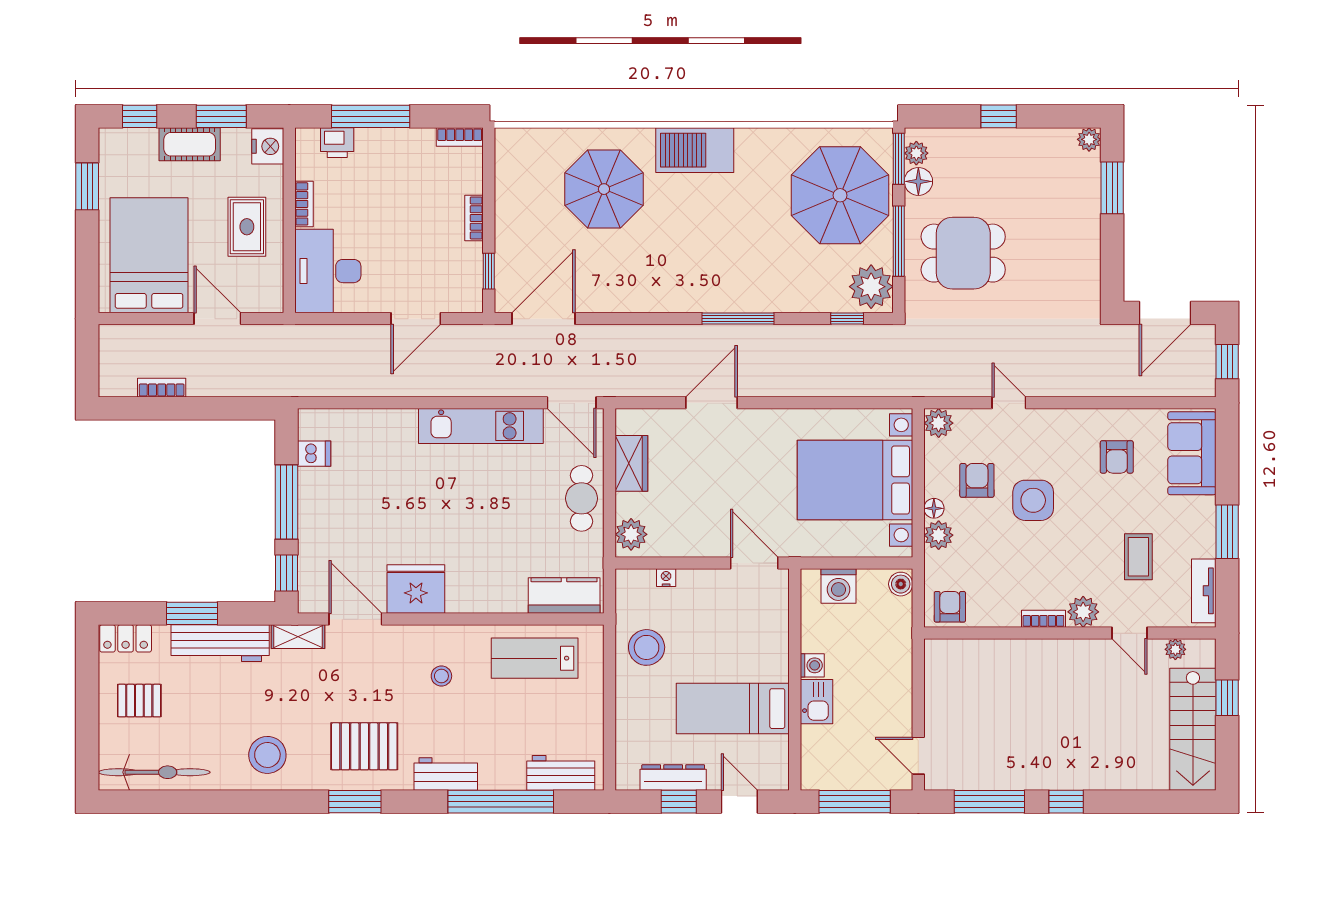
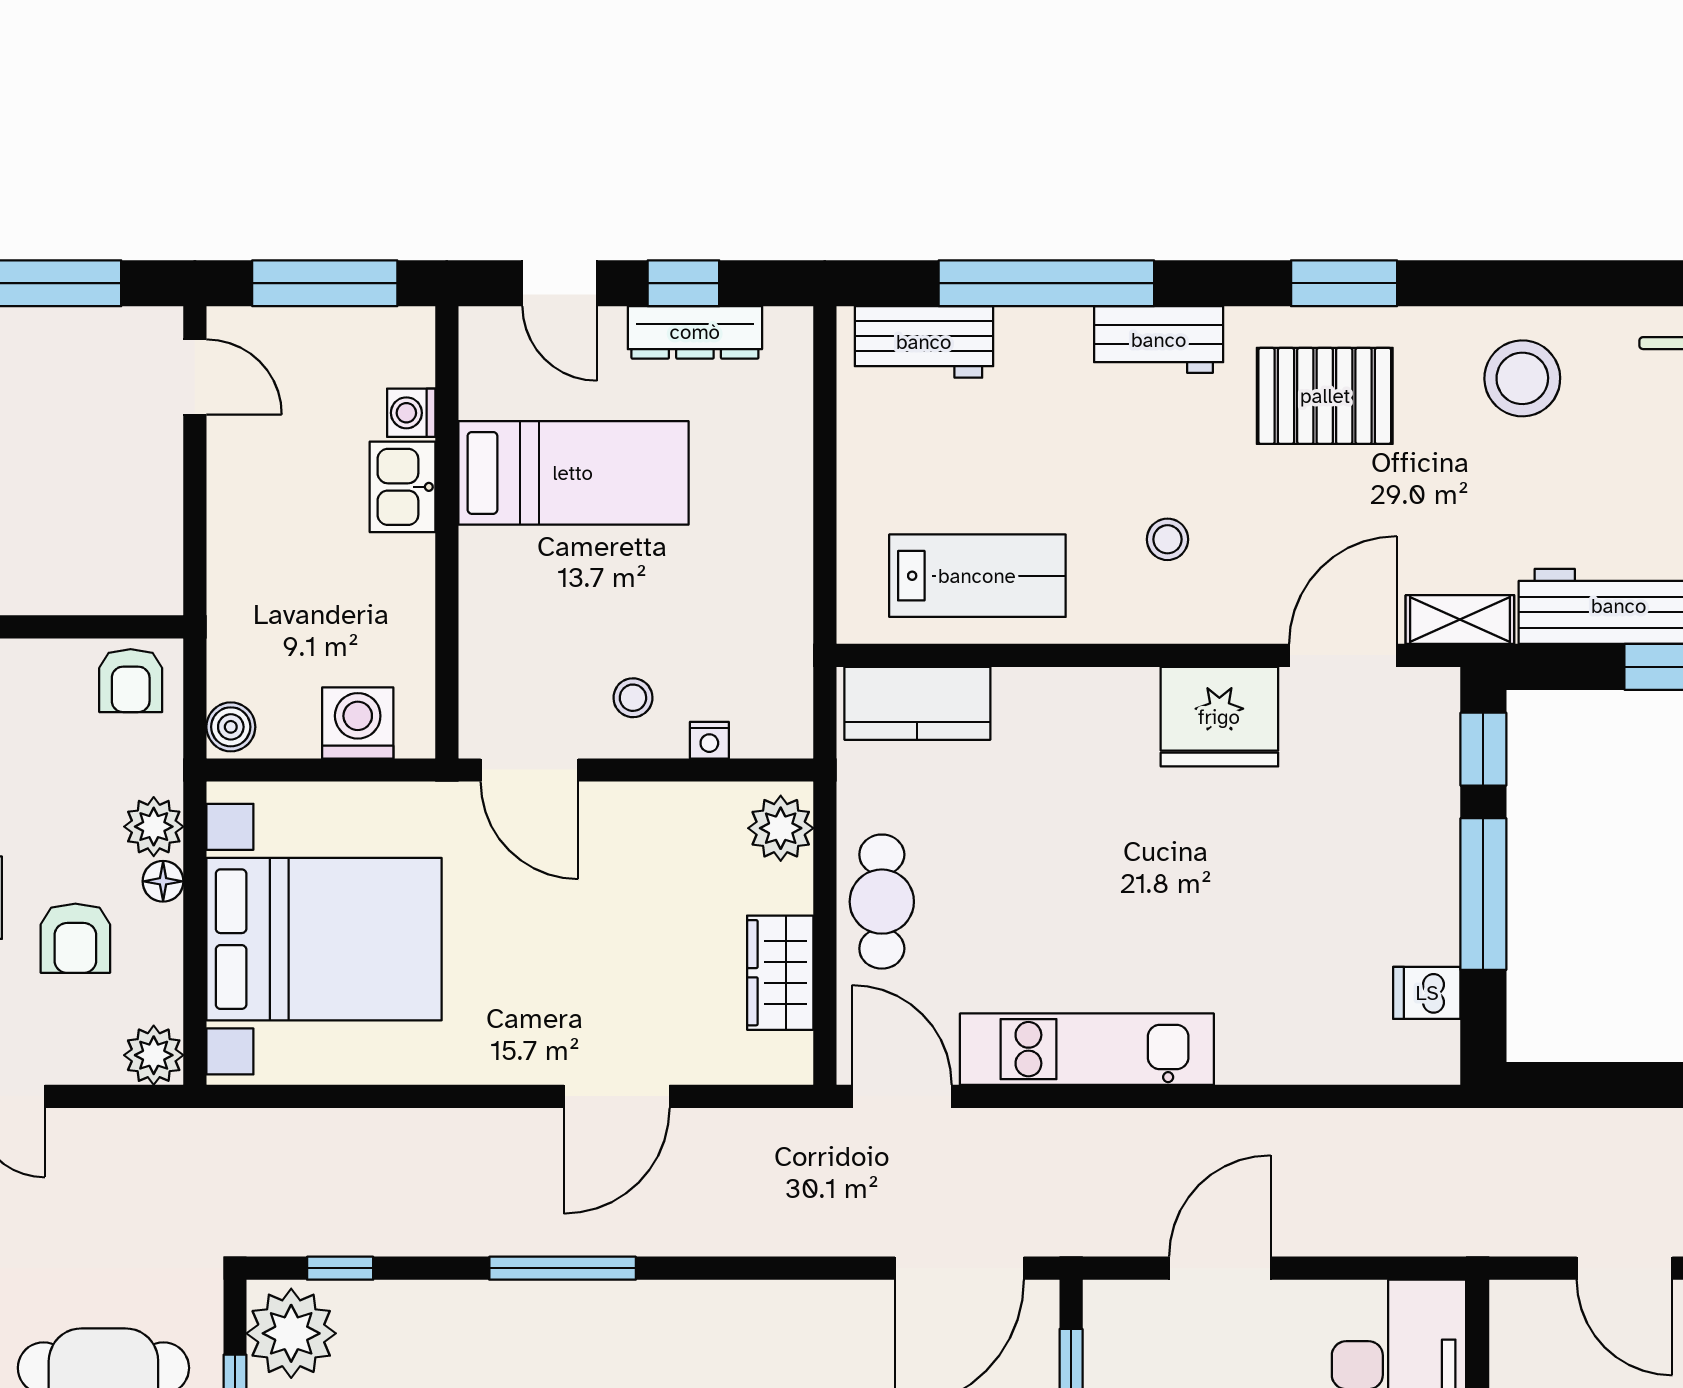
door: (355, 619) -> (1343, 655), swing flipped
stool: (647, 647) -> (633, 698), moved, width x0.53, depth x0.53
washing machine: (812, 665) -> (411, 413), moved

